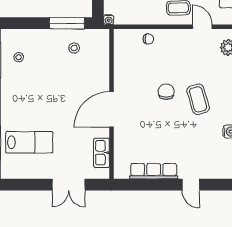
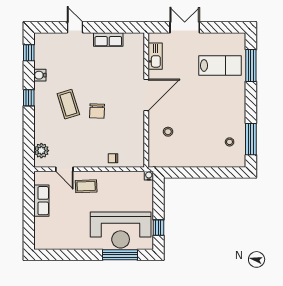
window: (67, 23) -> (186, 173), removed
stool: (74, 48) -> (168, 132), moved
lab bench: (29, 142) -> (220, 65), turned 180
row of seats: (154, 171) -> (108, 40), width x0.68

